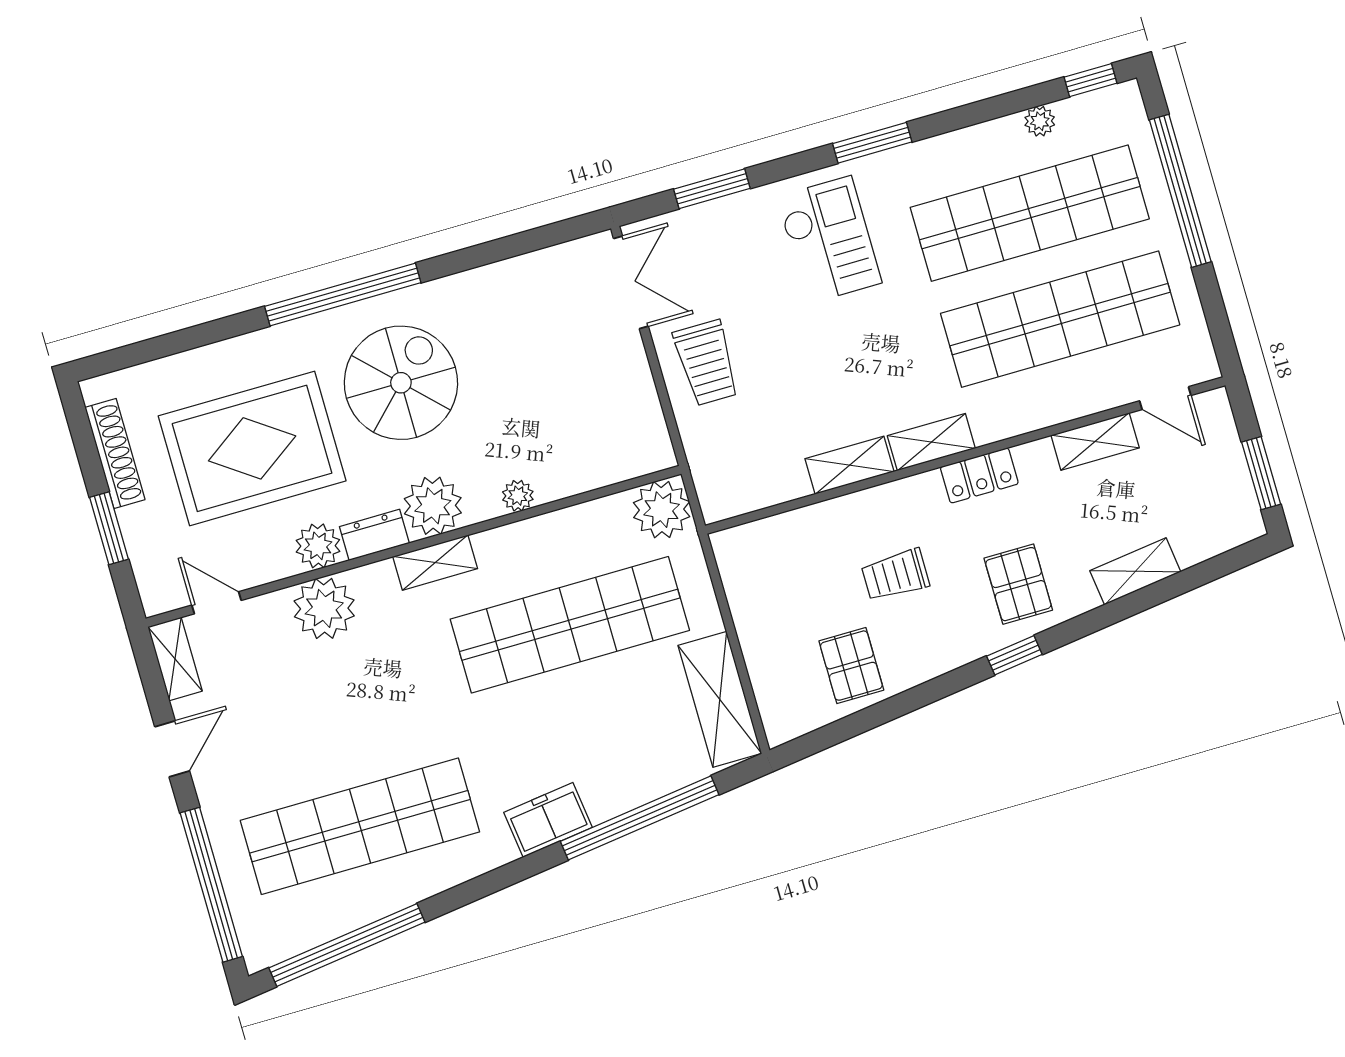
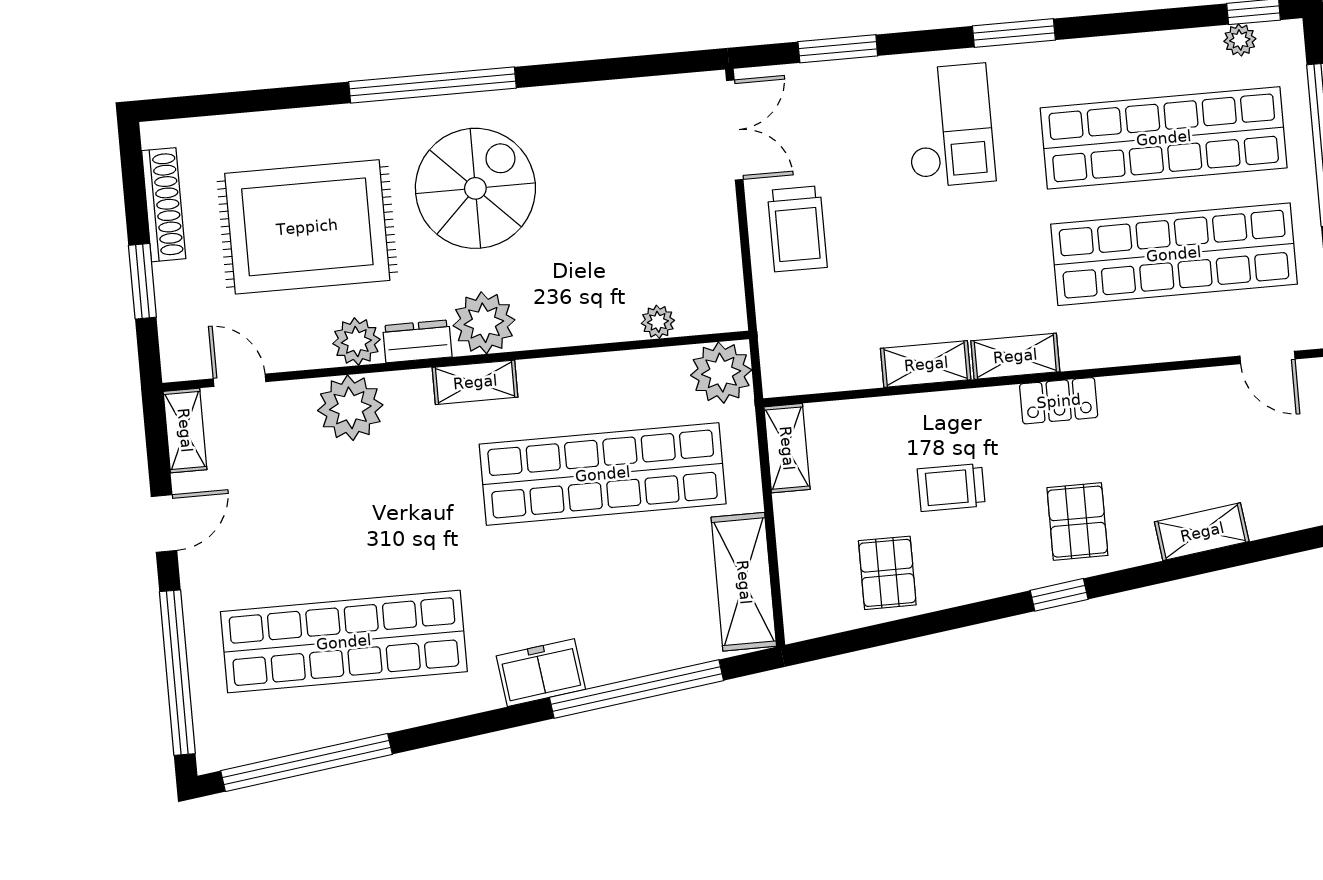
plant: (1040, 121) -> (1240, 40), moved
shelving: (1095, 442) -> (787, 448), moved, turned 90
plant: (518, 496) -> (658, 322), moved

